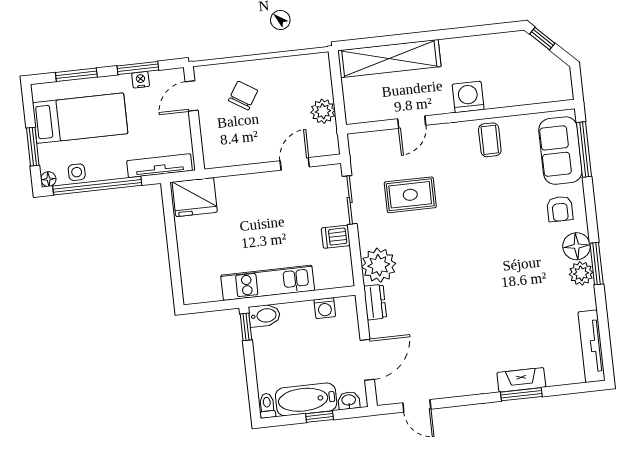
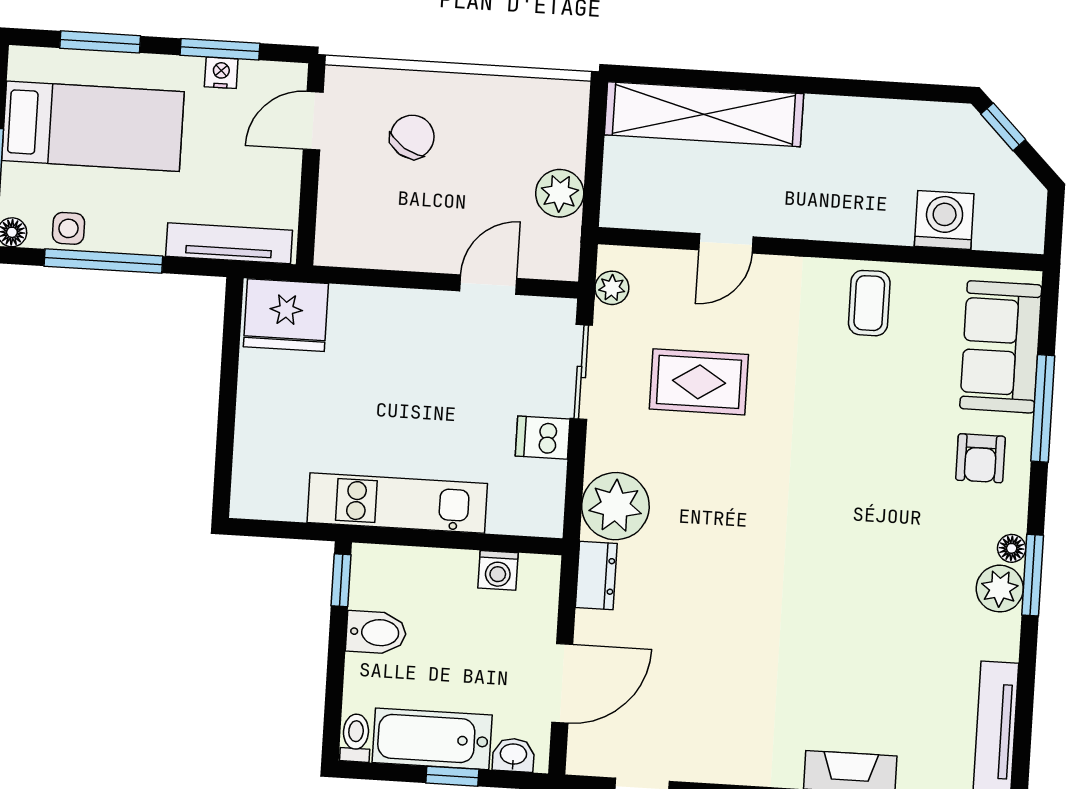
washing machine: (468, 97) -> (944, 220), moved
window: (584, 150) -> (1043, 408), moved
plant: (358, 155) -> (612, 288), added
window: (97, 186) -> (103, 261), width x0.68
floor lamp: (577, 246) -> (1012, 548), width x0.53, depth x0.53
bidet: (264, 316) -> (376, 632), moved

